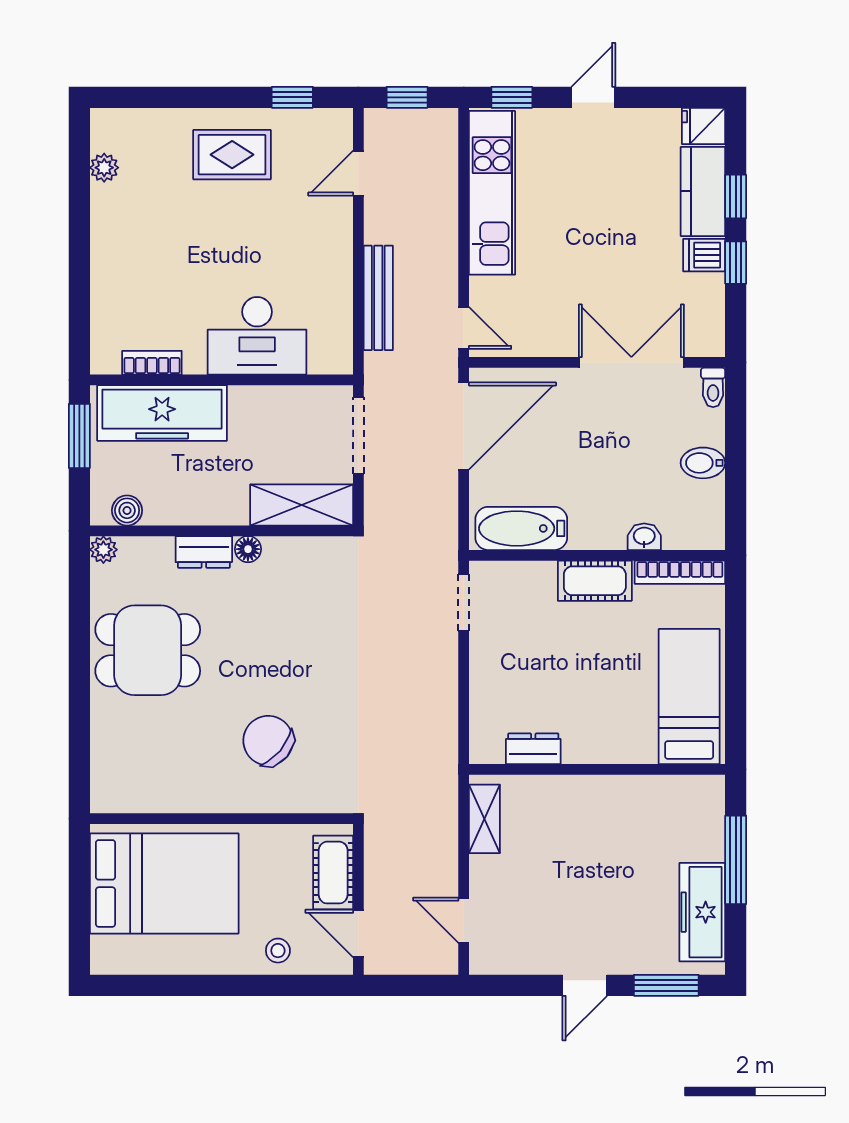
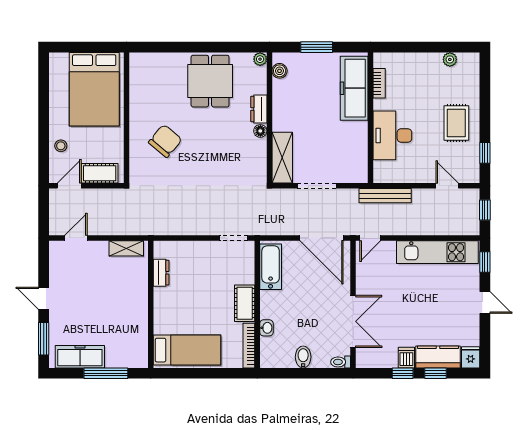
desk: (257, 336) -> (392, 135), moved
bookcase: (152, 363) -> (379, 83), moved
wall: (222, 380) -> (371, 118), moved
freezer: (162, 413) -> (354, 88), moved

